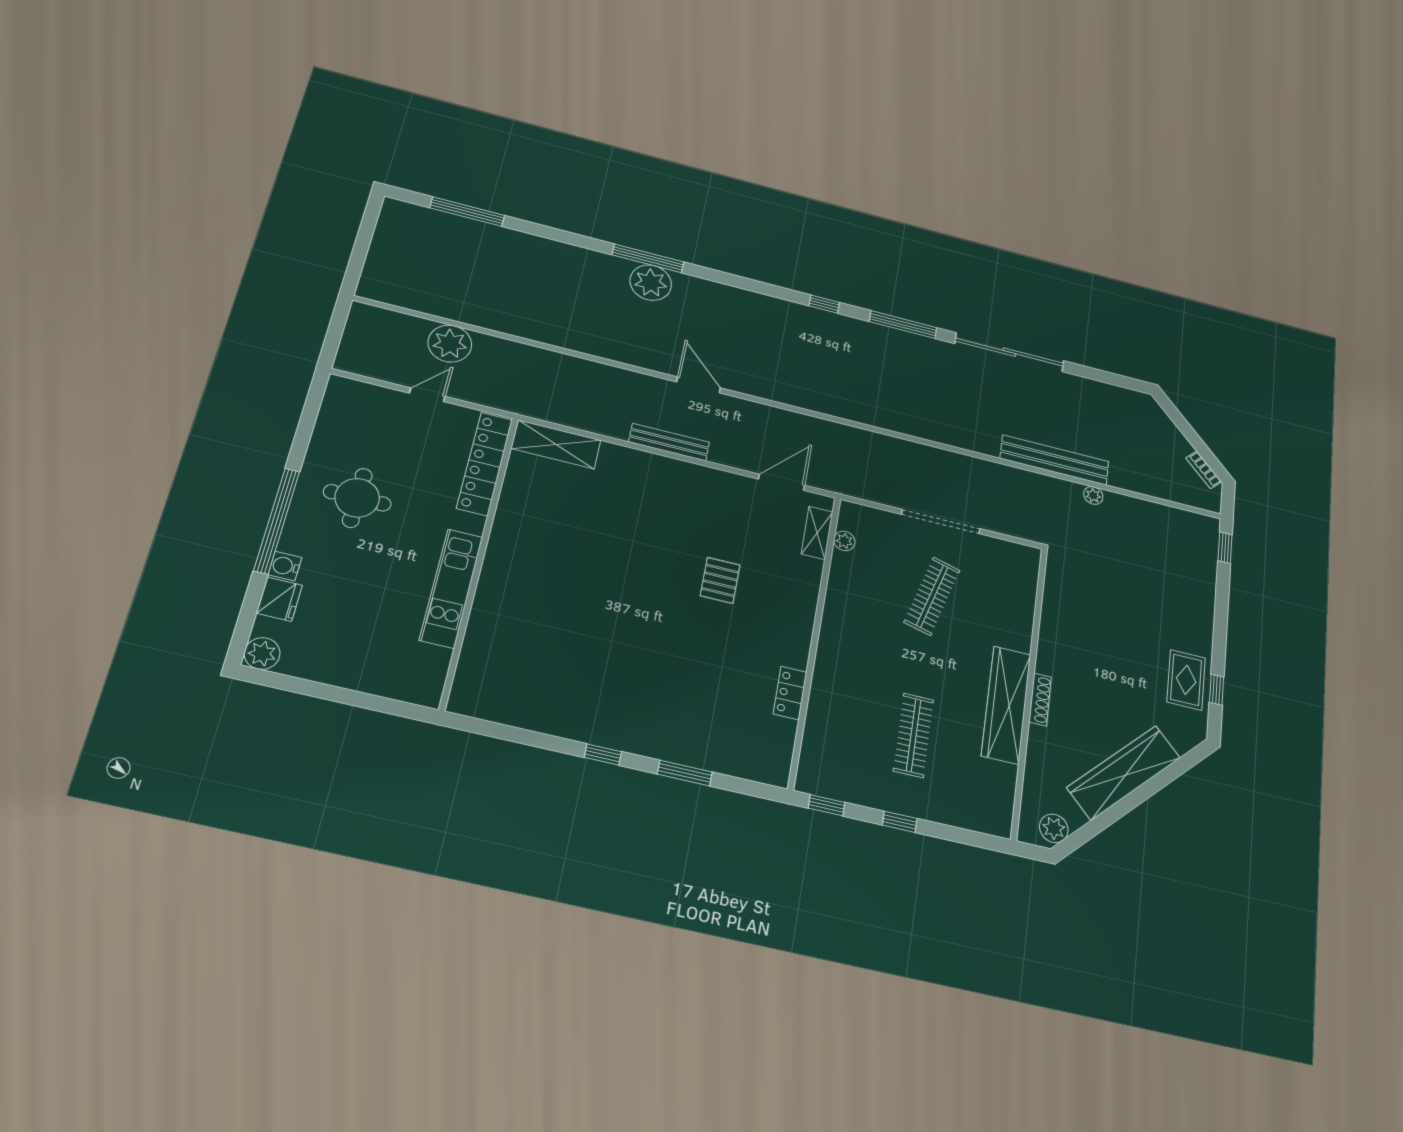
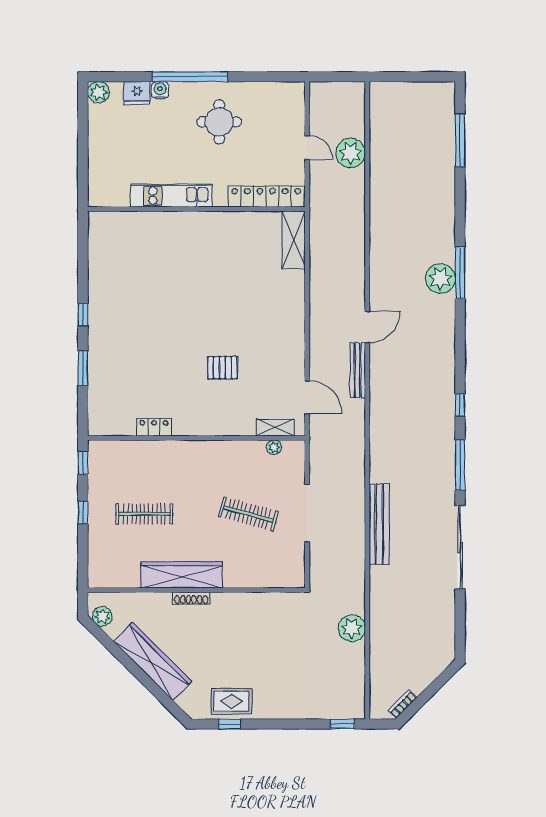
bench: (669, 442) -> (358, 370), moved
bench: (1054, 460) -> (379, 524), moved
plant: (1093, 495) -> (352, 628), width x1.88, depth x1.88

